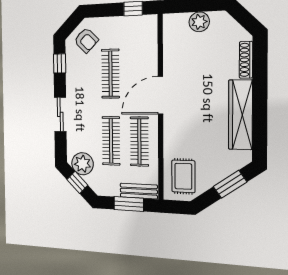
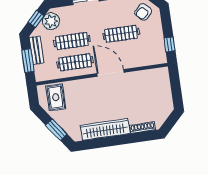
plant: (199, 22) -> (165, 93), removed
rug: (183, 176) -> (56, 97), turned 90
bench: (139, 191) -> (37, 50), moved

